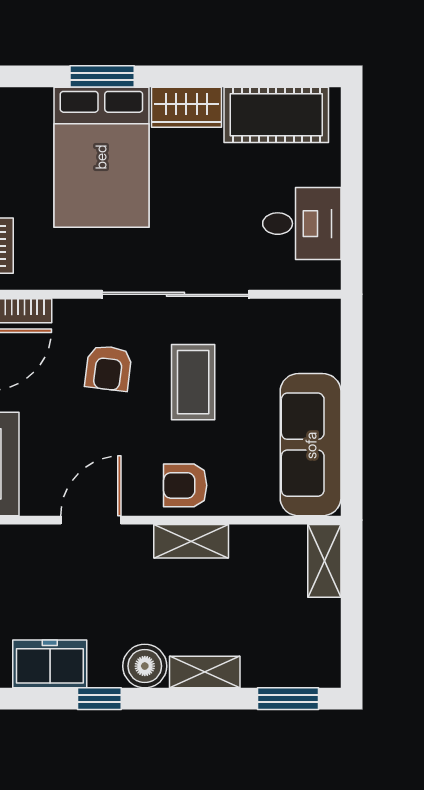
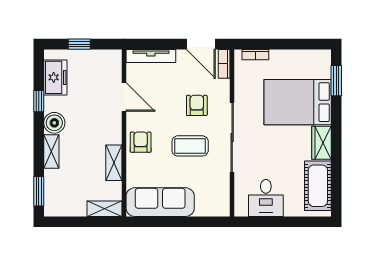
window: (102, 76) -> (336, 81), moved
armchair: (108, 368) -> (197, 105), turned 83
shelving: (191, 541) -> (114, 163), moved

